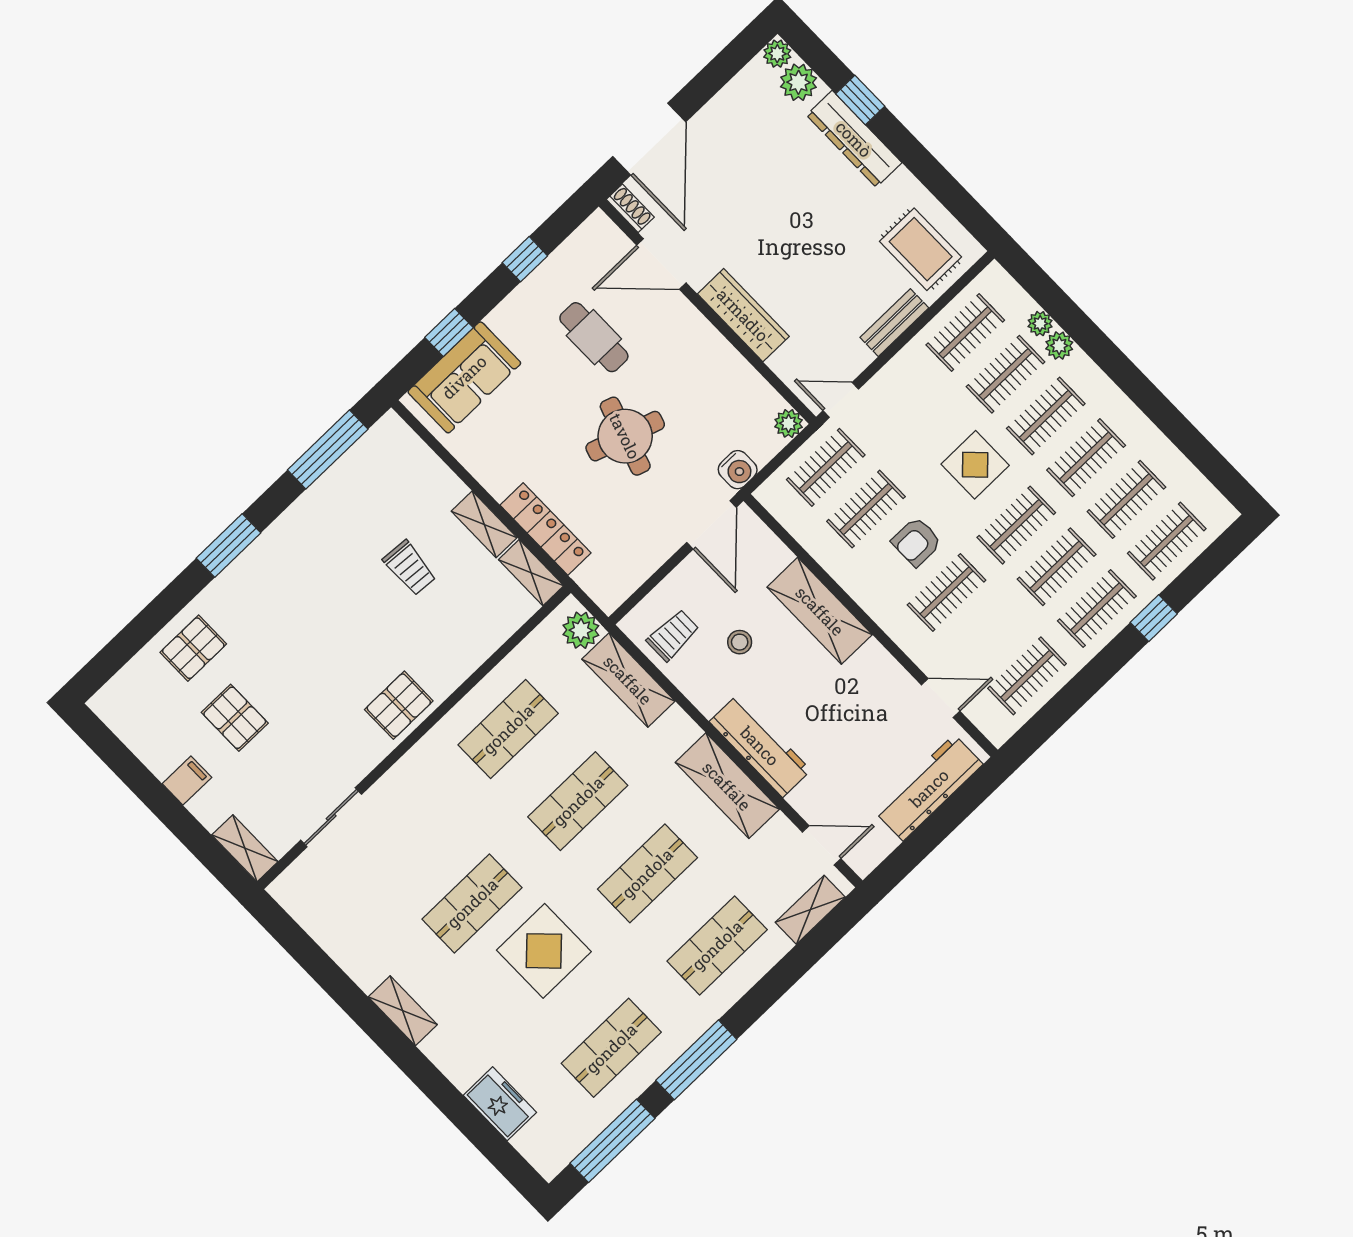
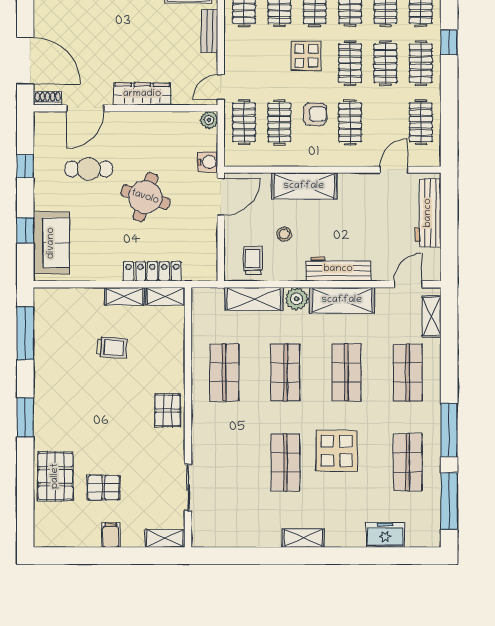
door: (711, 525) -> (221, 197), hinge flipped
armchair: (916, 542) -> (315, 114), turned -90
plant: (581, 630) -> (297, 299), moved
pallet: (193, 648) -> (55, 476), width x1.50, depth x1.42

